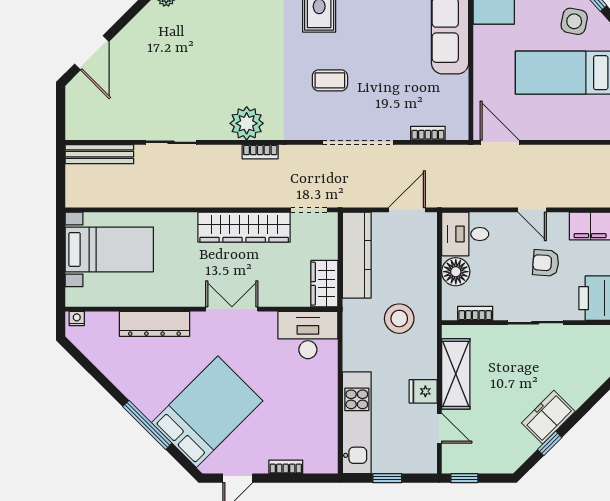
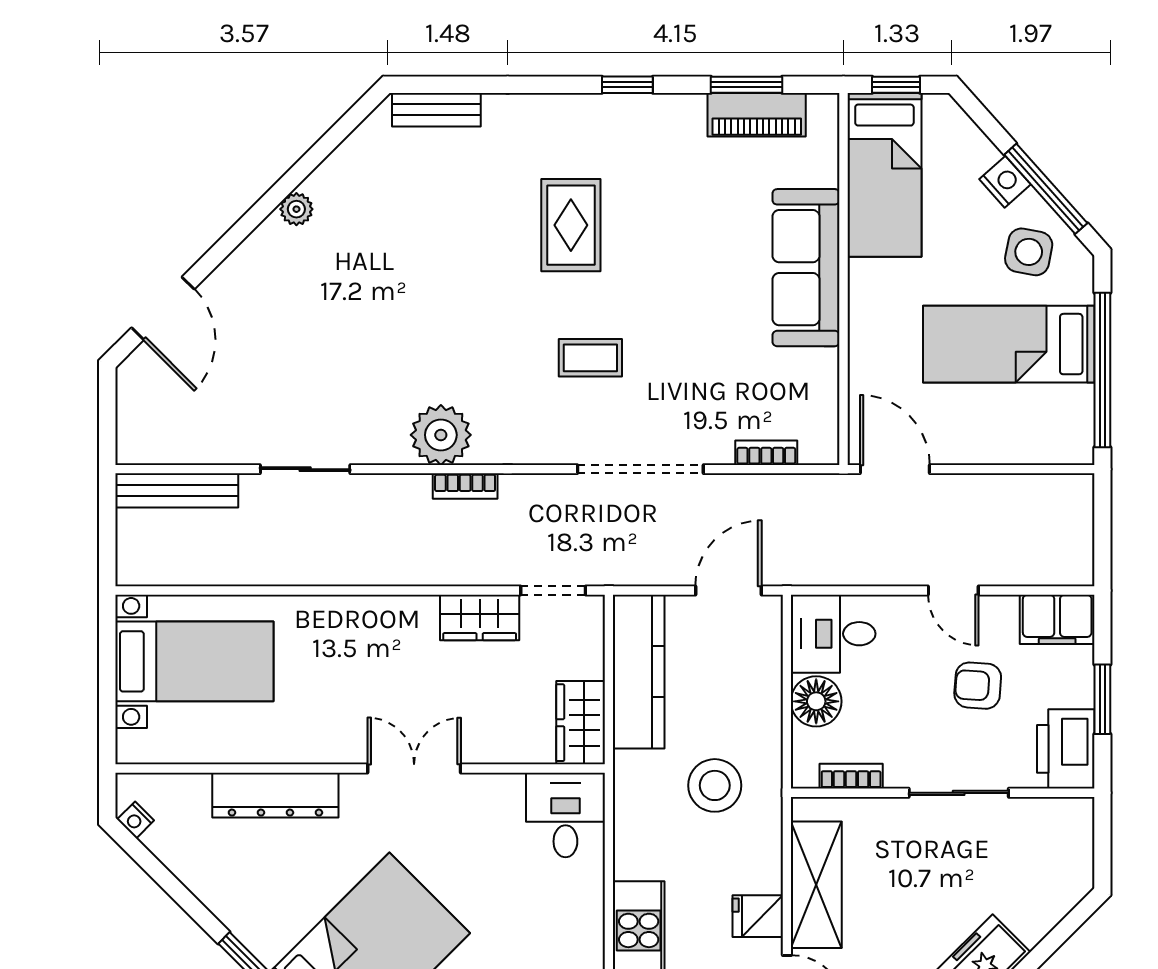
wardrobe: (244, 227) -> (480, 617), width x0.48, depth x0.85
nightstand: (77, 319) -> (136, 820), moved, turned -135
desk: (308, 335) -> (565, 815), width x0.73

